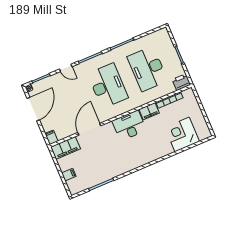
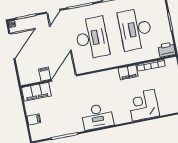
door: (66, 68) -> (53, 11), hinge flipped
desk: (129, 126) -> (97, 117), moved, turned 180
corner desk: (182, 134) -> (143, 105), moved
filing cabinet: (51, 137) -> (45, 74), moved

